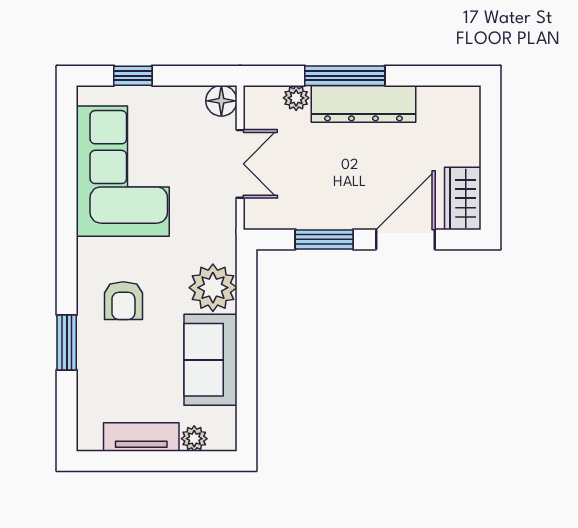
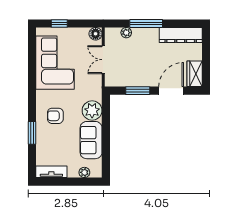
dresser: (363, 104) -> (181, 35), moved
double door: (240, 164) -> (103, 60), swing flipped
armchair: (123, 301) -> (55, 116), turned 90
tv unit: (141, 437) -> (51, 172), moved

